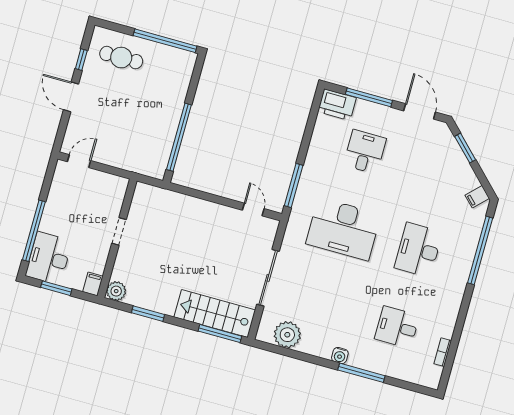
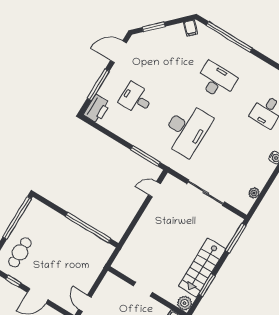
desk: (418, 250) -> (216, 80), turned 180
stairs: (215, 314) -> (202, 268), moved
plant: (287, 335) -> (254, 193), width x0.53, depth x0.53

